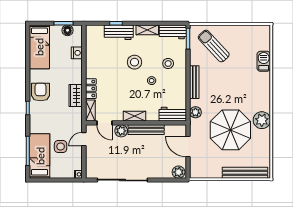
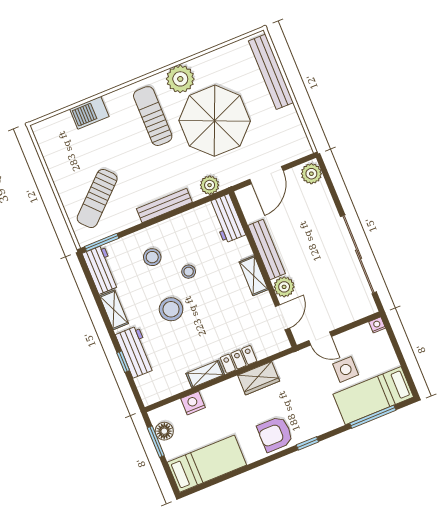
sun lounger: (247, 96) -> (153, 116), added
shelving: (90, 111) -> (205, 374), moved

